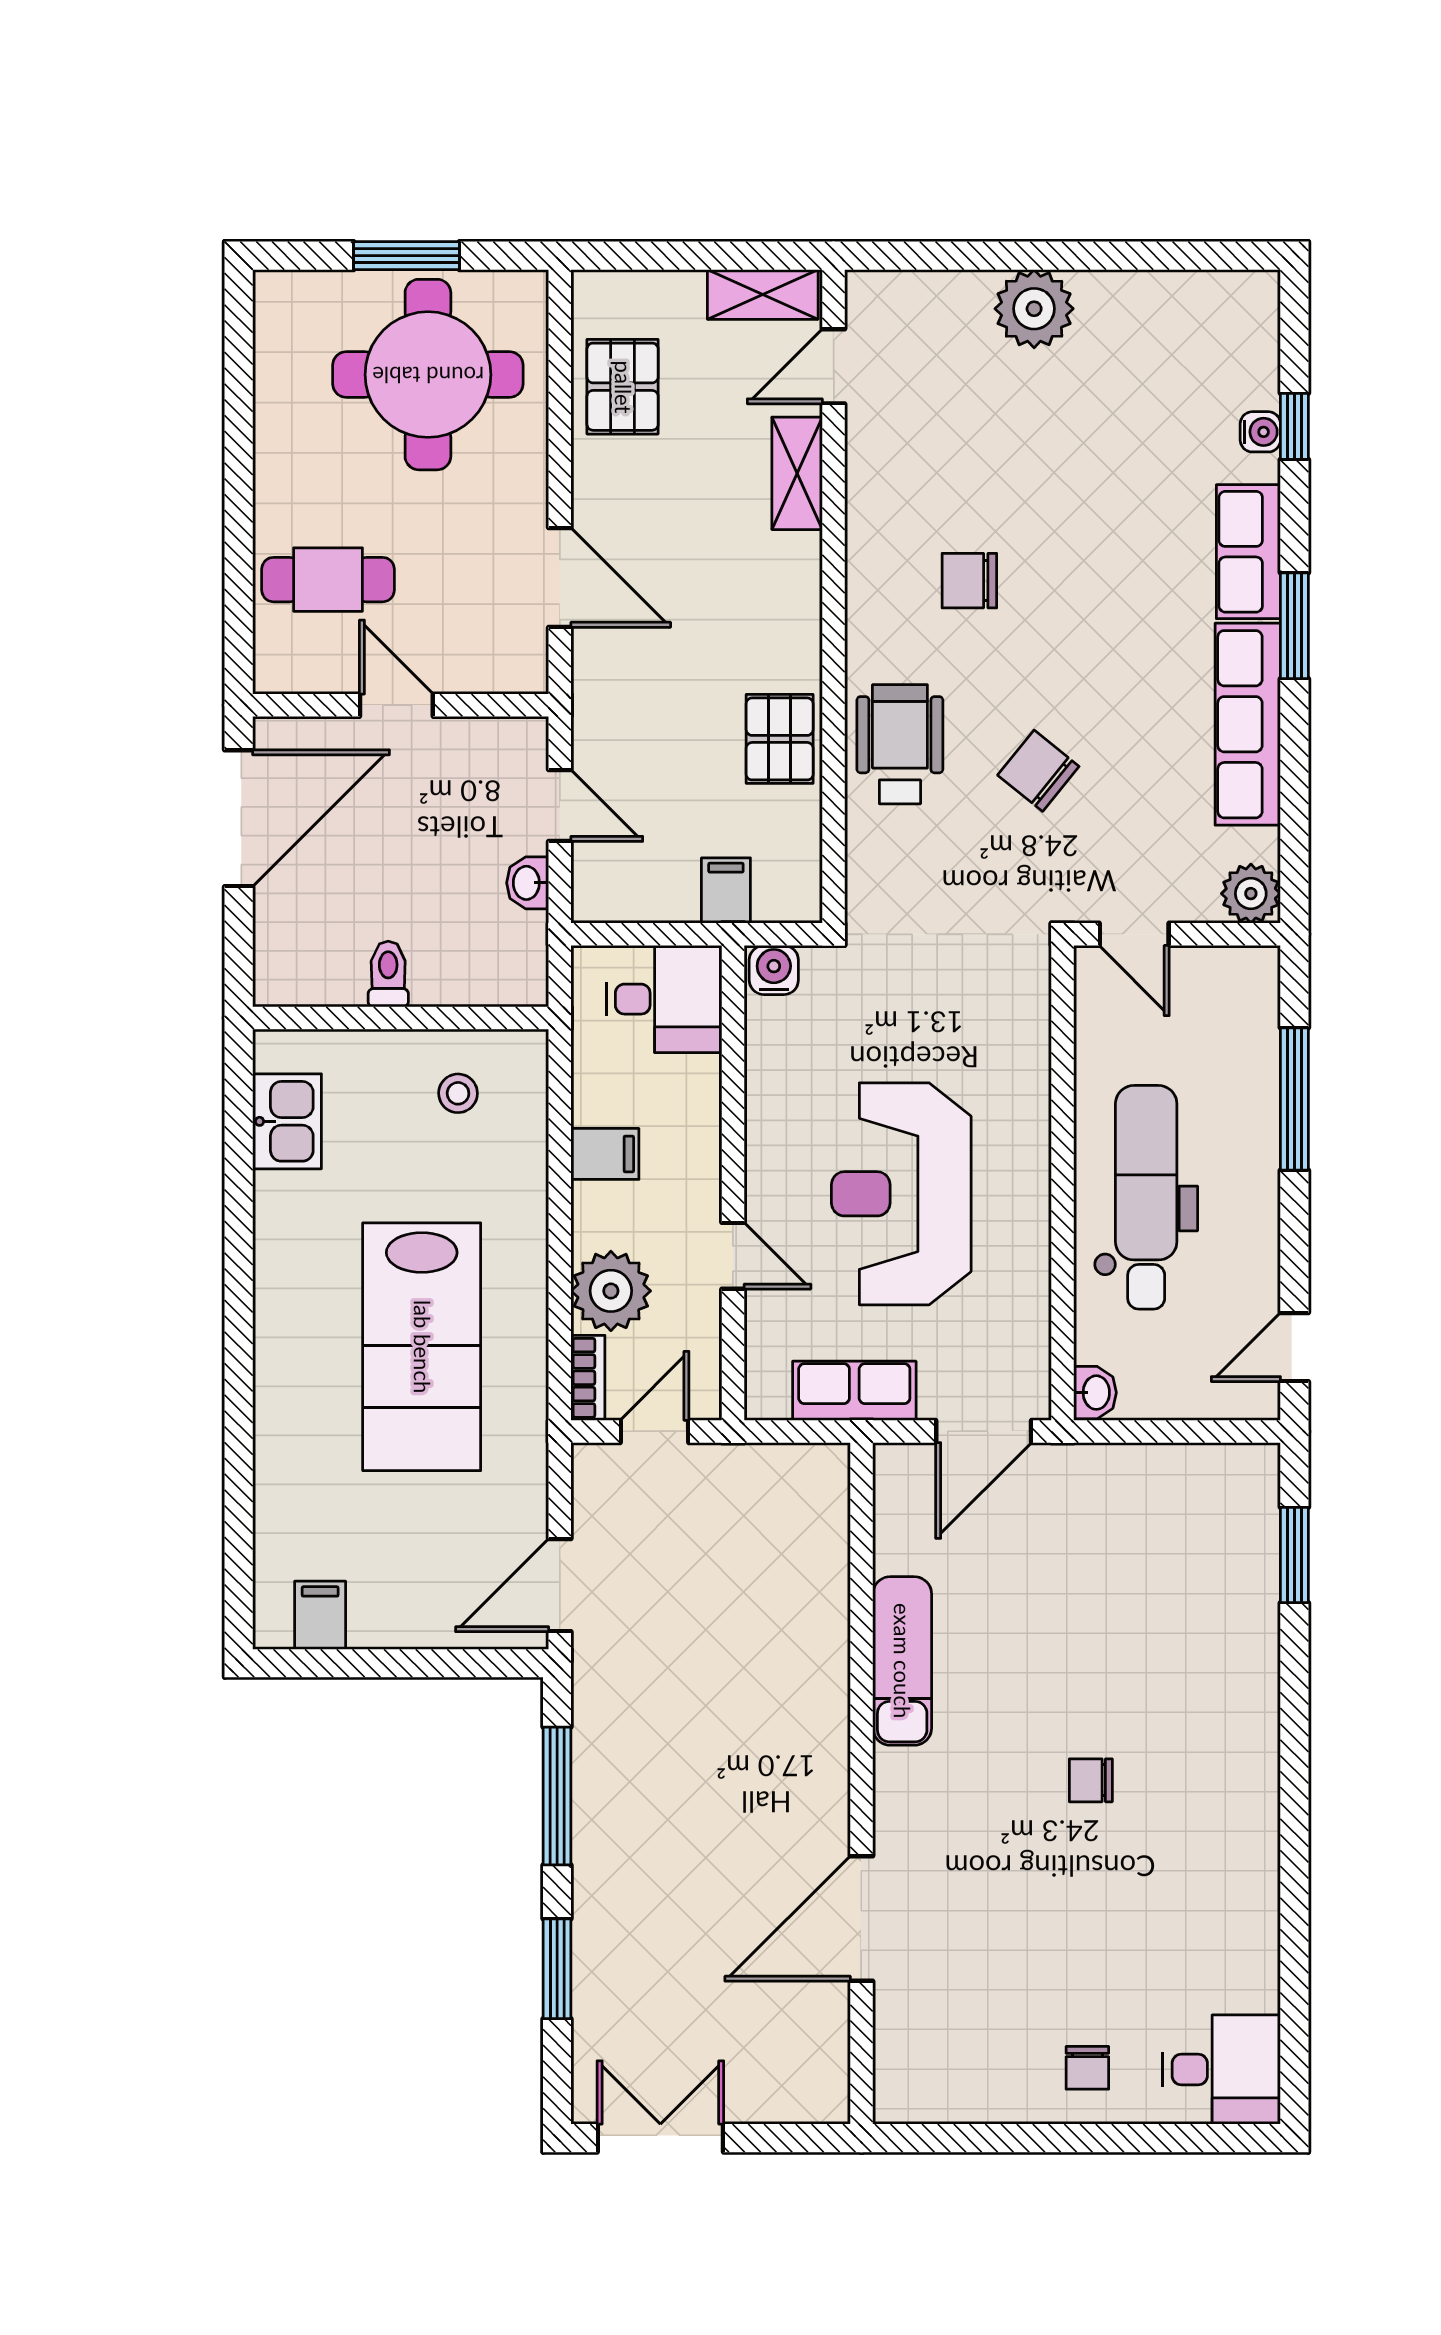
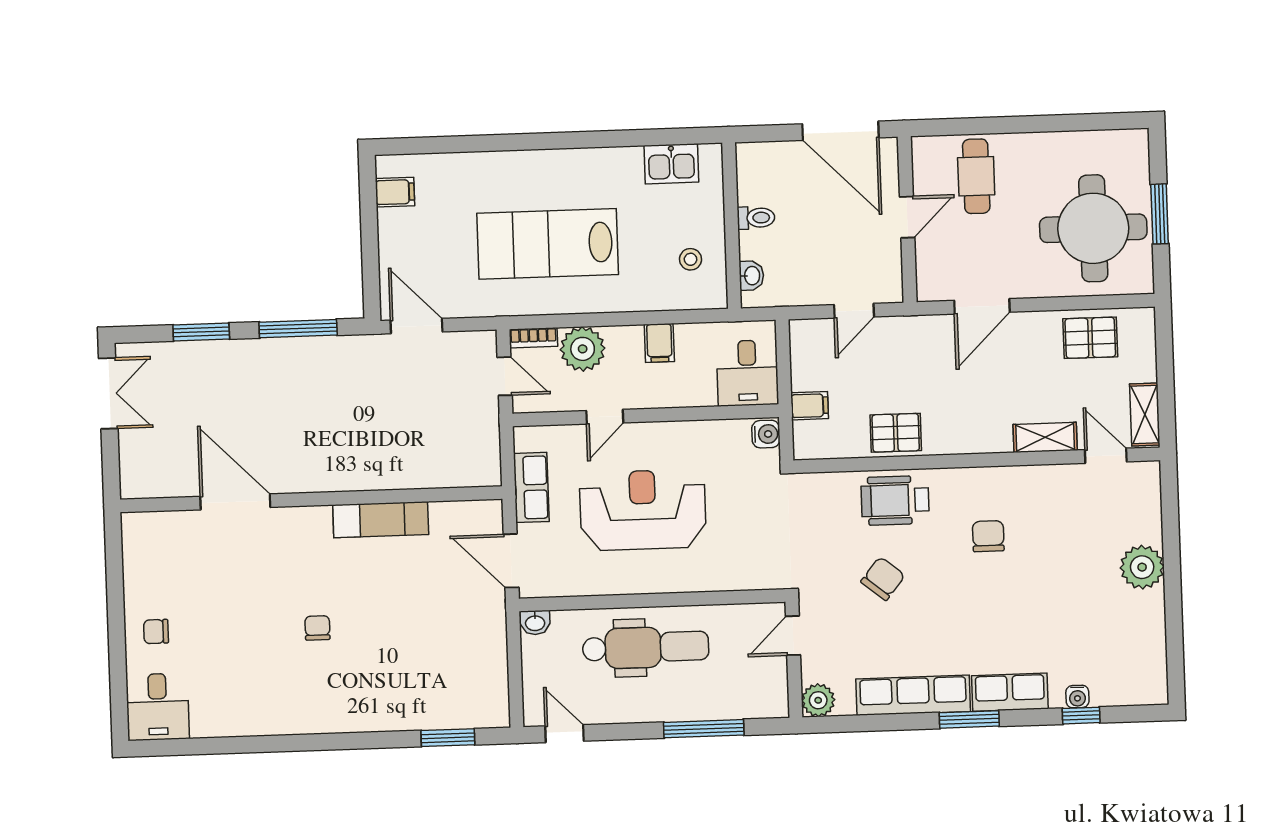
wheelchair: (900, 744) -> (895, 500), turned 180
washbasin: (528, 883) -> (751, 276), moved, turned 90

